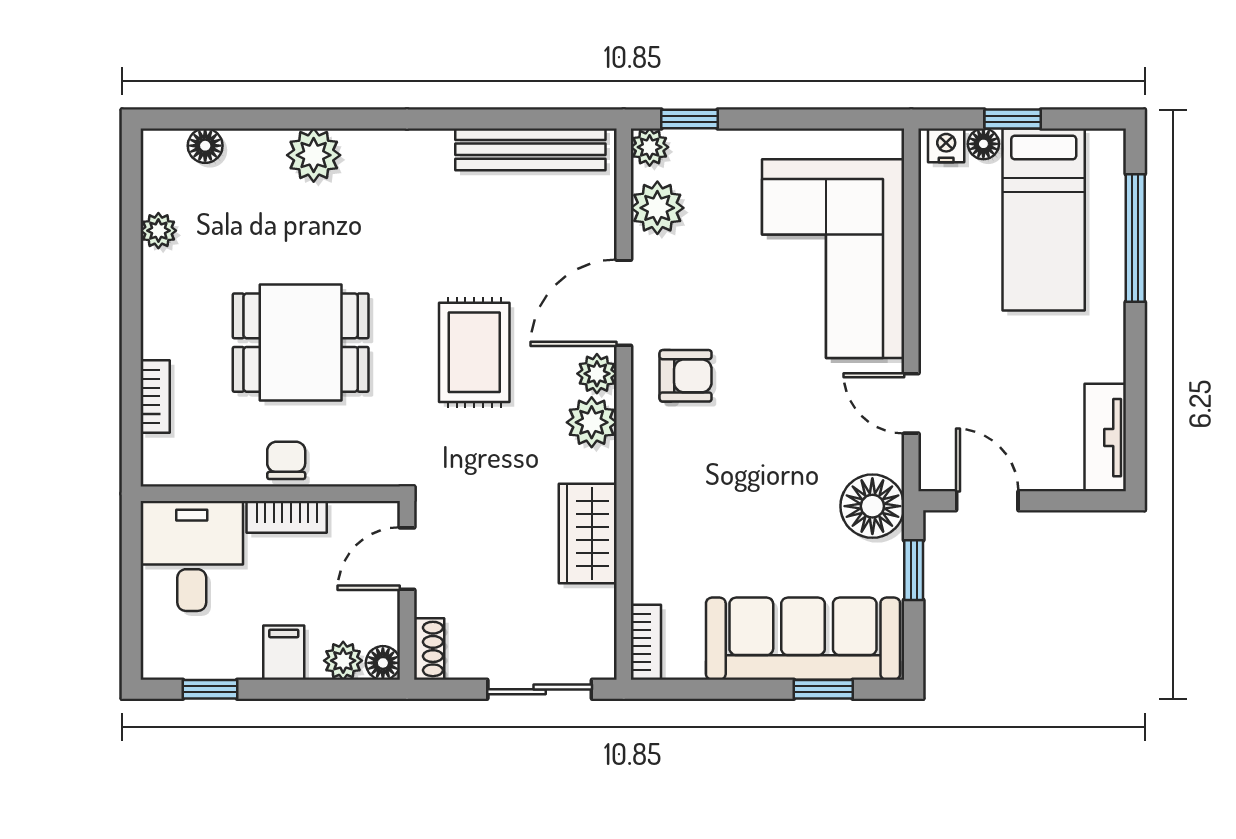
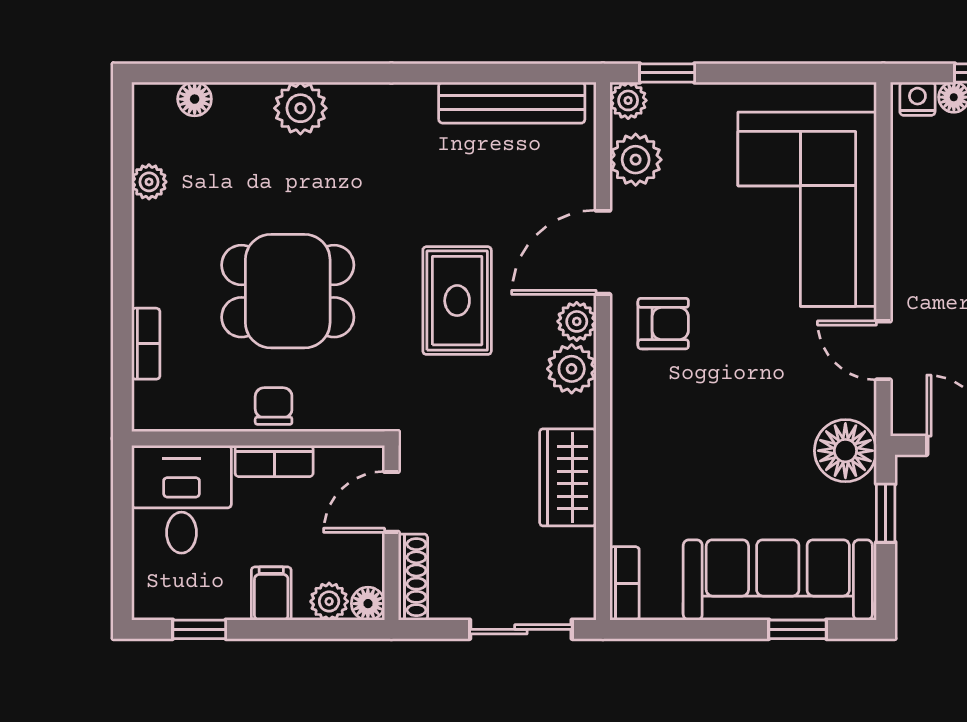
shoe rack: (429, 649) -> (413, 577), width x1.43

